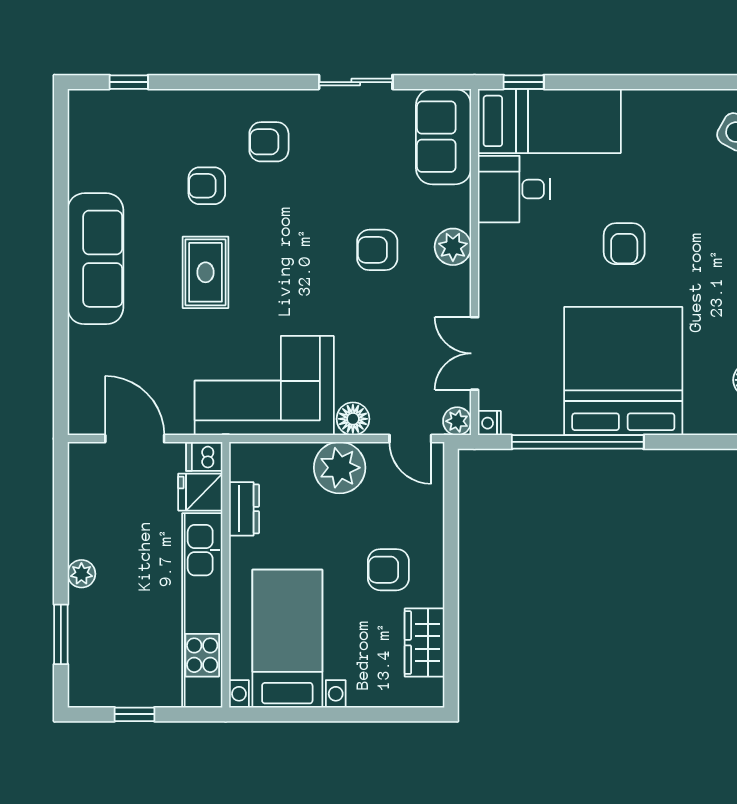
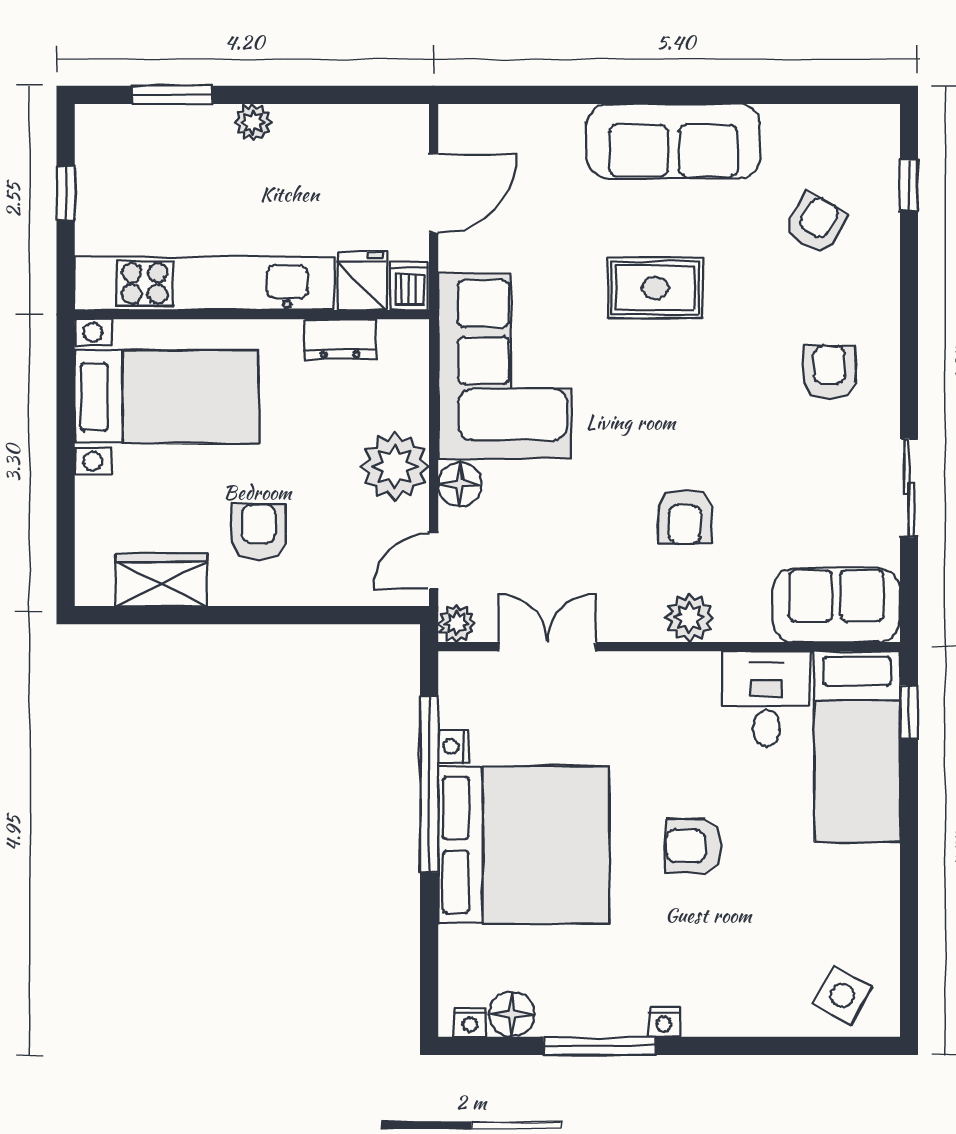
armchair: (207, 186) -> (816, 223), moved, turned 31
armchair: (377, 250) -> (685, 517), turned 180
nightstand: (489, 423) -> (453, 746), moved, turned -90

